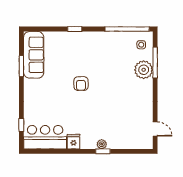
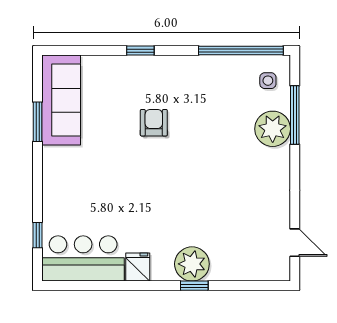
armchair: (81, 84) -> (154, 123), moved, turned 180
plant: (102, 144) -> (192, 264), width x1.87, depth x1.87

